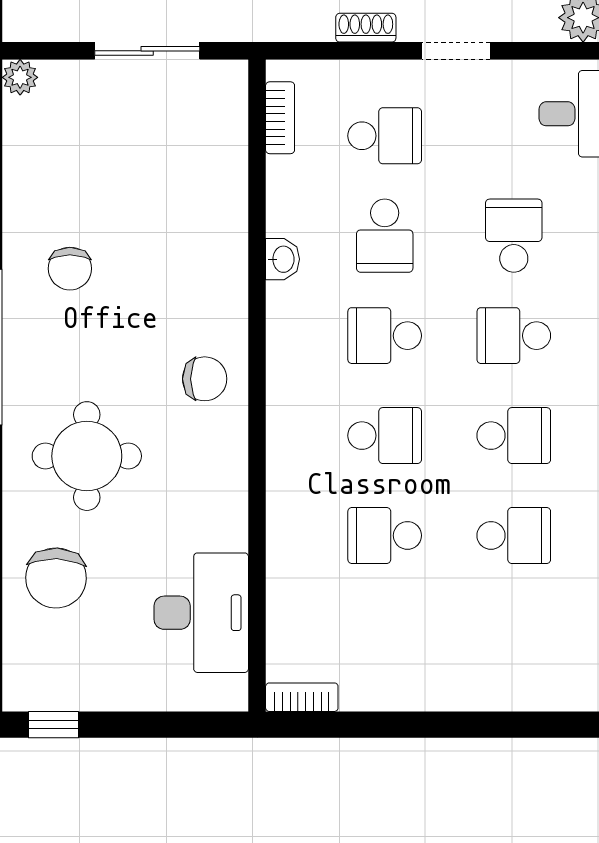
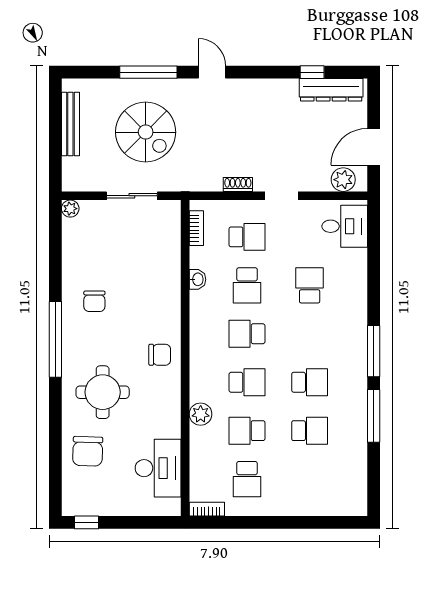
washbasin: (282, 259) -> (197, 279), moved
school desk: (514, 336) -> (247, 479), moved, turned -90
plant: (289, 501) -> (201, 414), added

